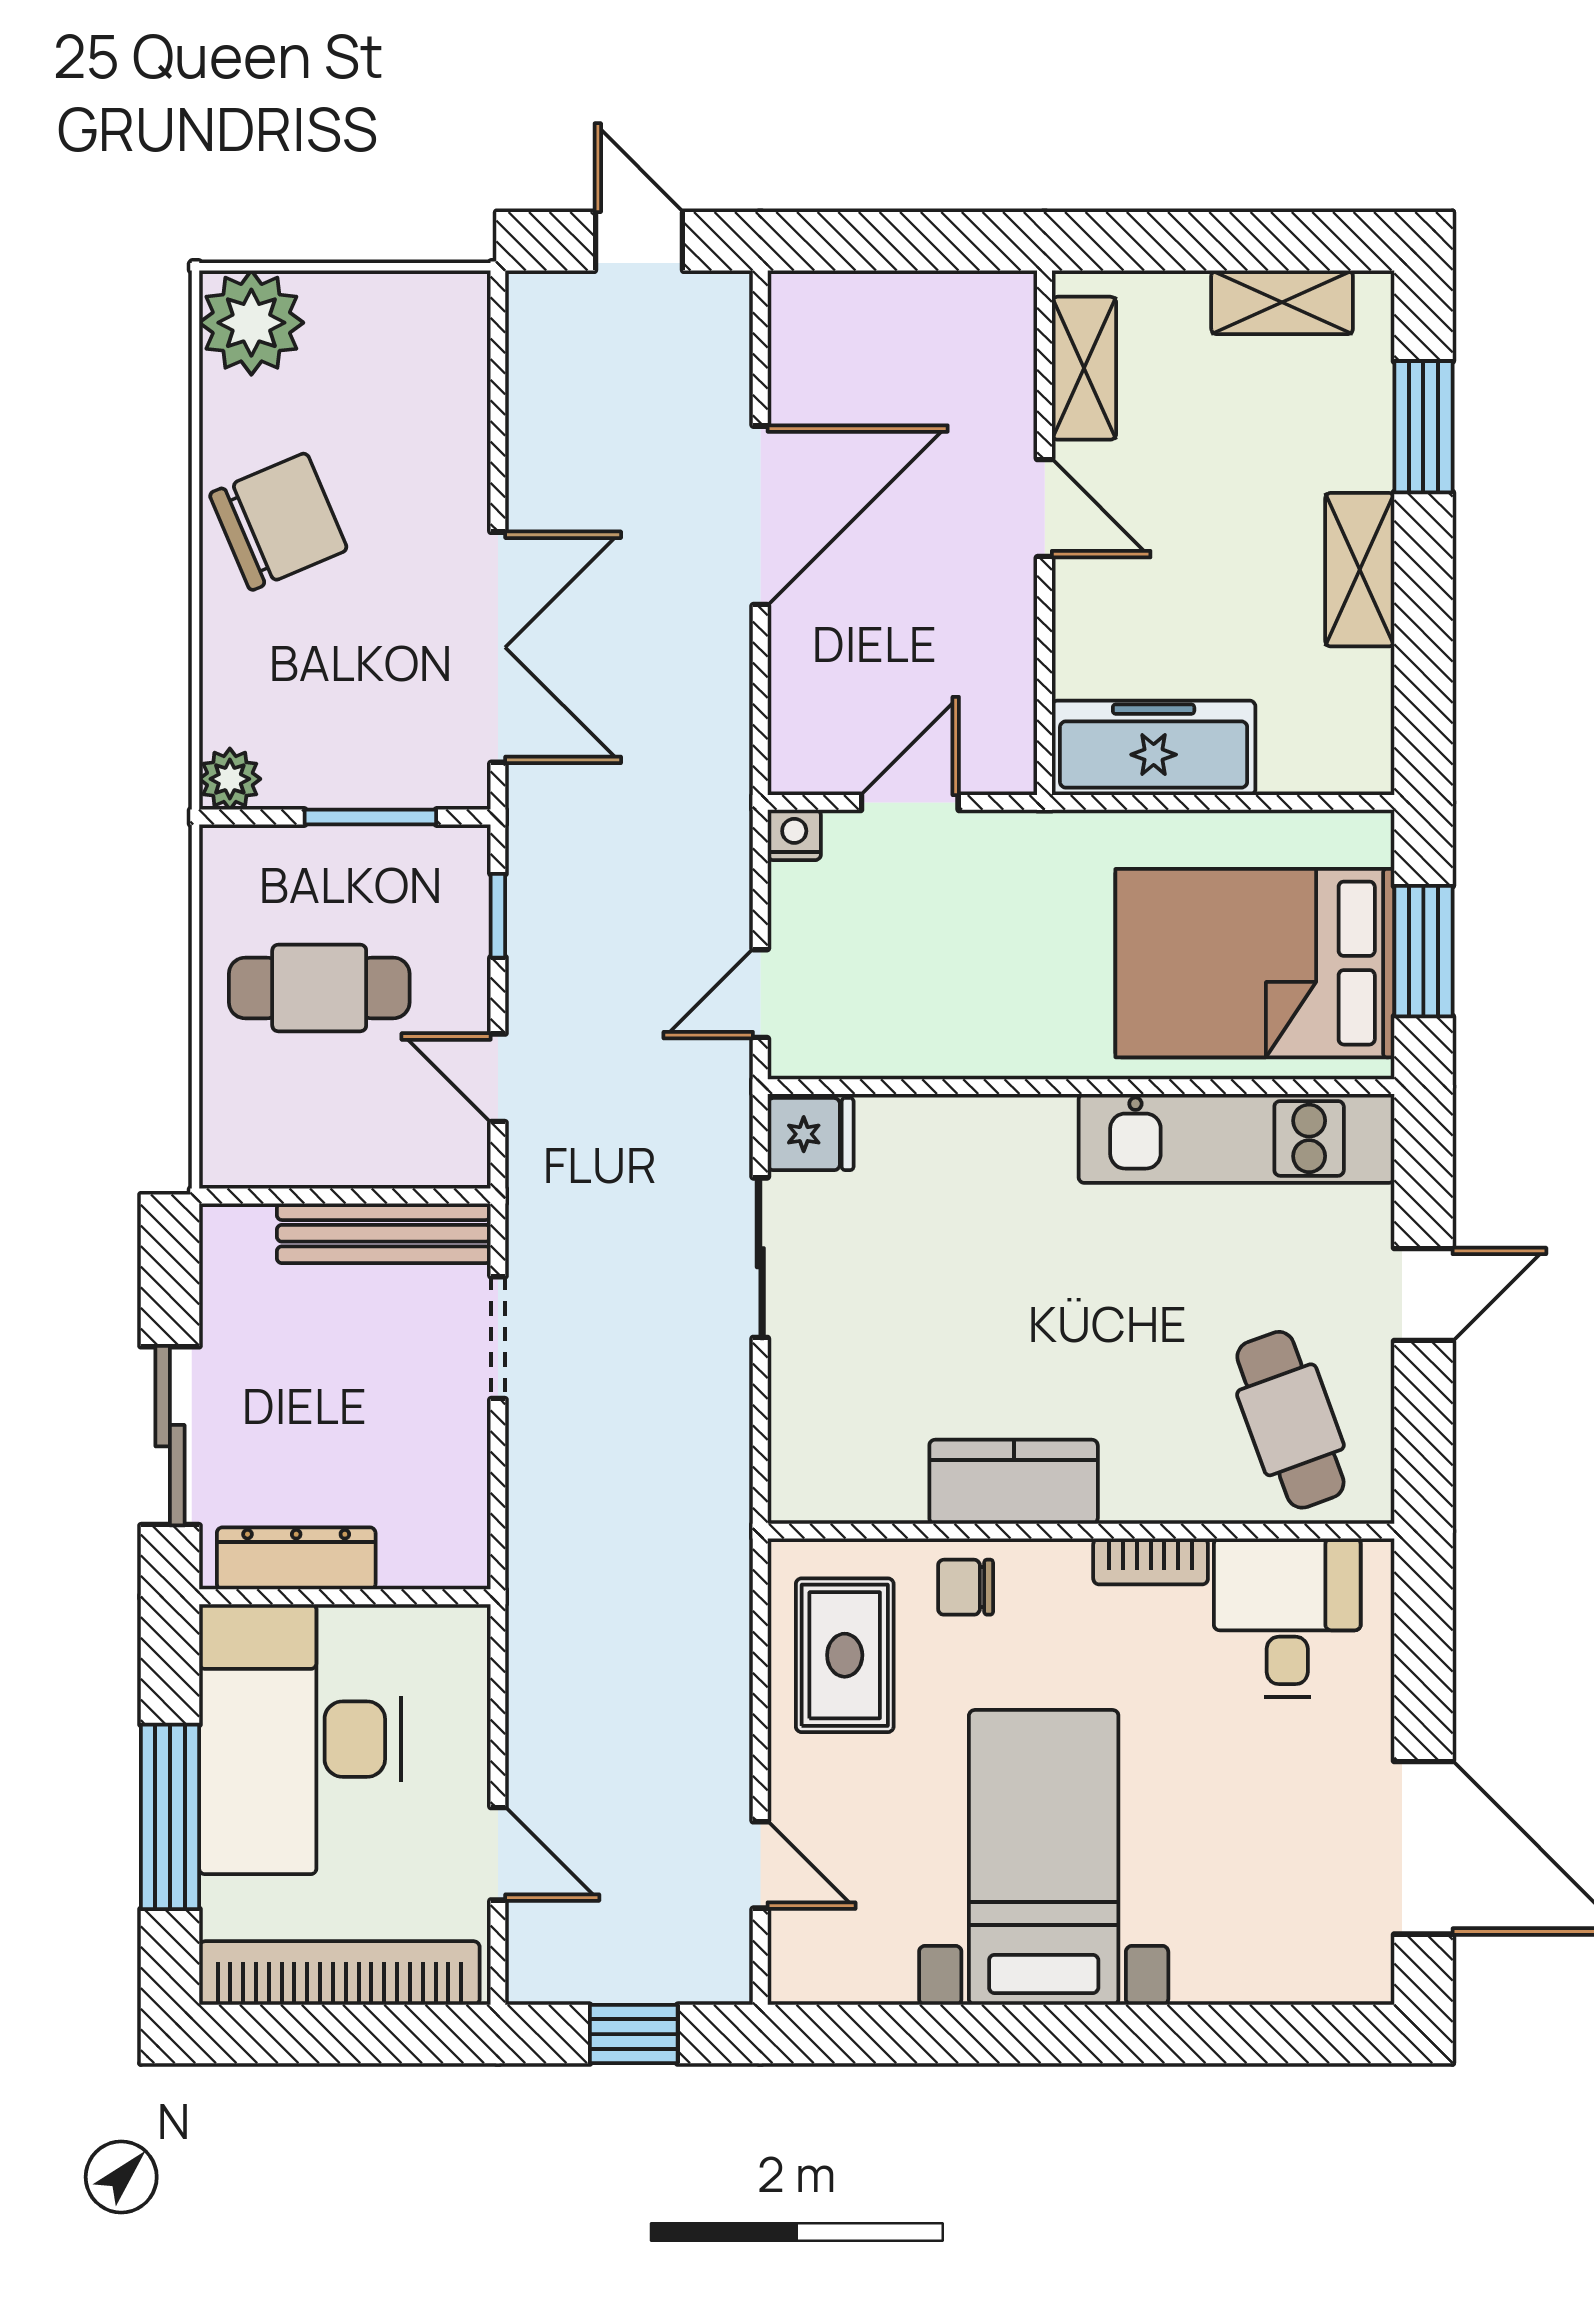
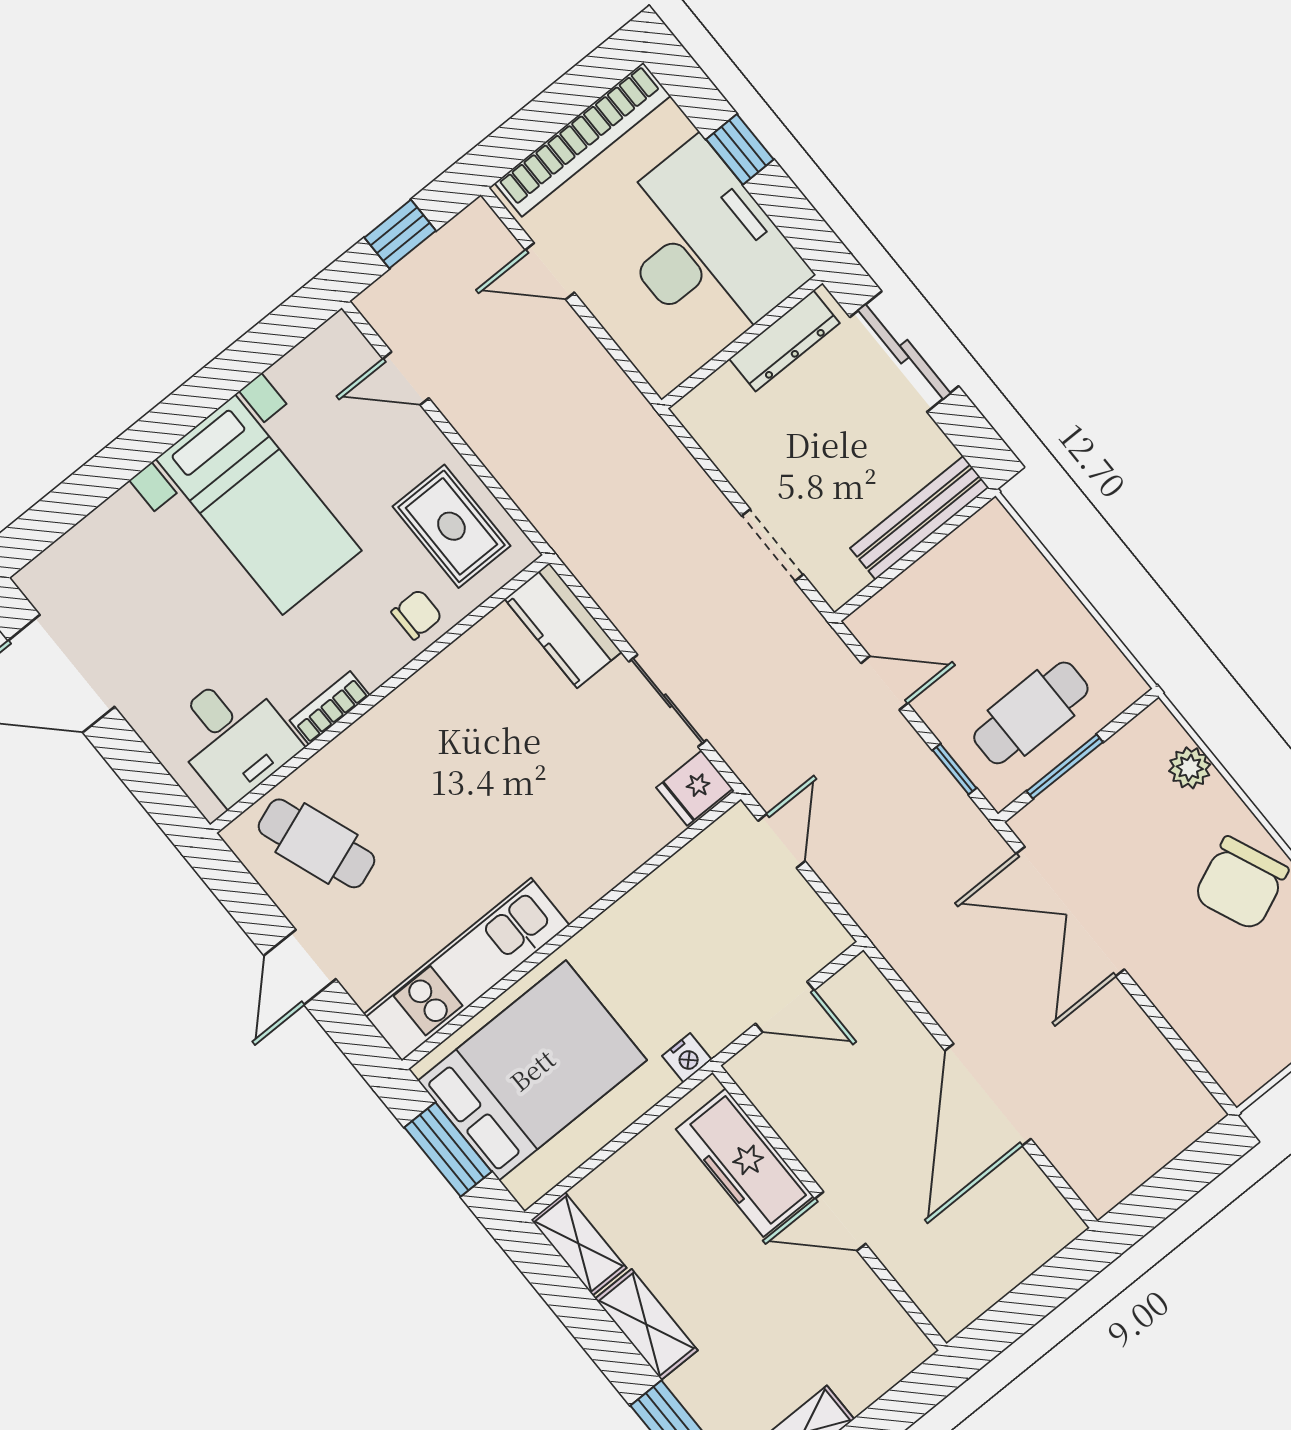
door: (639, 241) -> (1171, 1188), removed
shelving: (1084, 368) -> (579, 1244), moved
freezer: (1154, 748) -> (745, 1163), moved, turned 90
plant: (230, 779) -> (1190, 768), moved
door: (910, 802) -> (785, 1007), hinge flipped
nightstand: (794, 835) -> (687, 1058), moved
cafe table: (319, 988) -> (1031, 713), moved
bench: (384, 1233) -> (919, 518), moved
kitchen counter: (1014, 1482) -> (563, 625), moved, turned 90
window: (170, 1817) -> (740, 149), width x0.46

